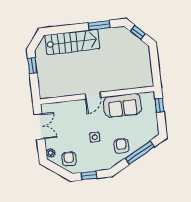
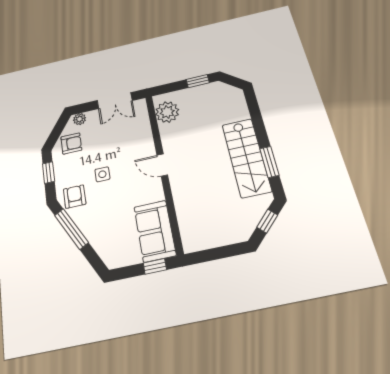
stairs: (72, 42) -> (246, 158), moved
plant: (54, 89) -> (167, 112), added
sofa: (123, 105) -> (155, 231), moved
armchair: (121, 146) -> (75, 197), moved, turned -90
window: (140, 153) -> (71, 229), moved

